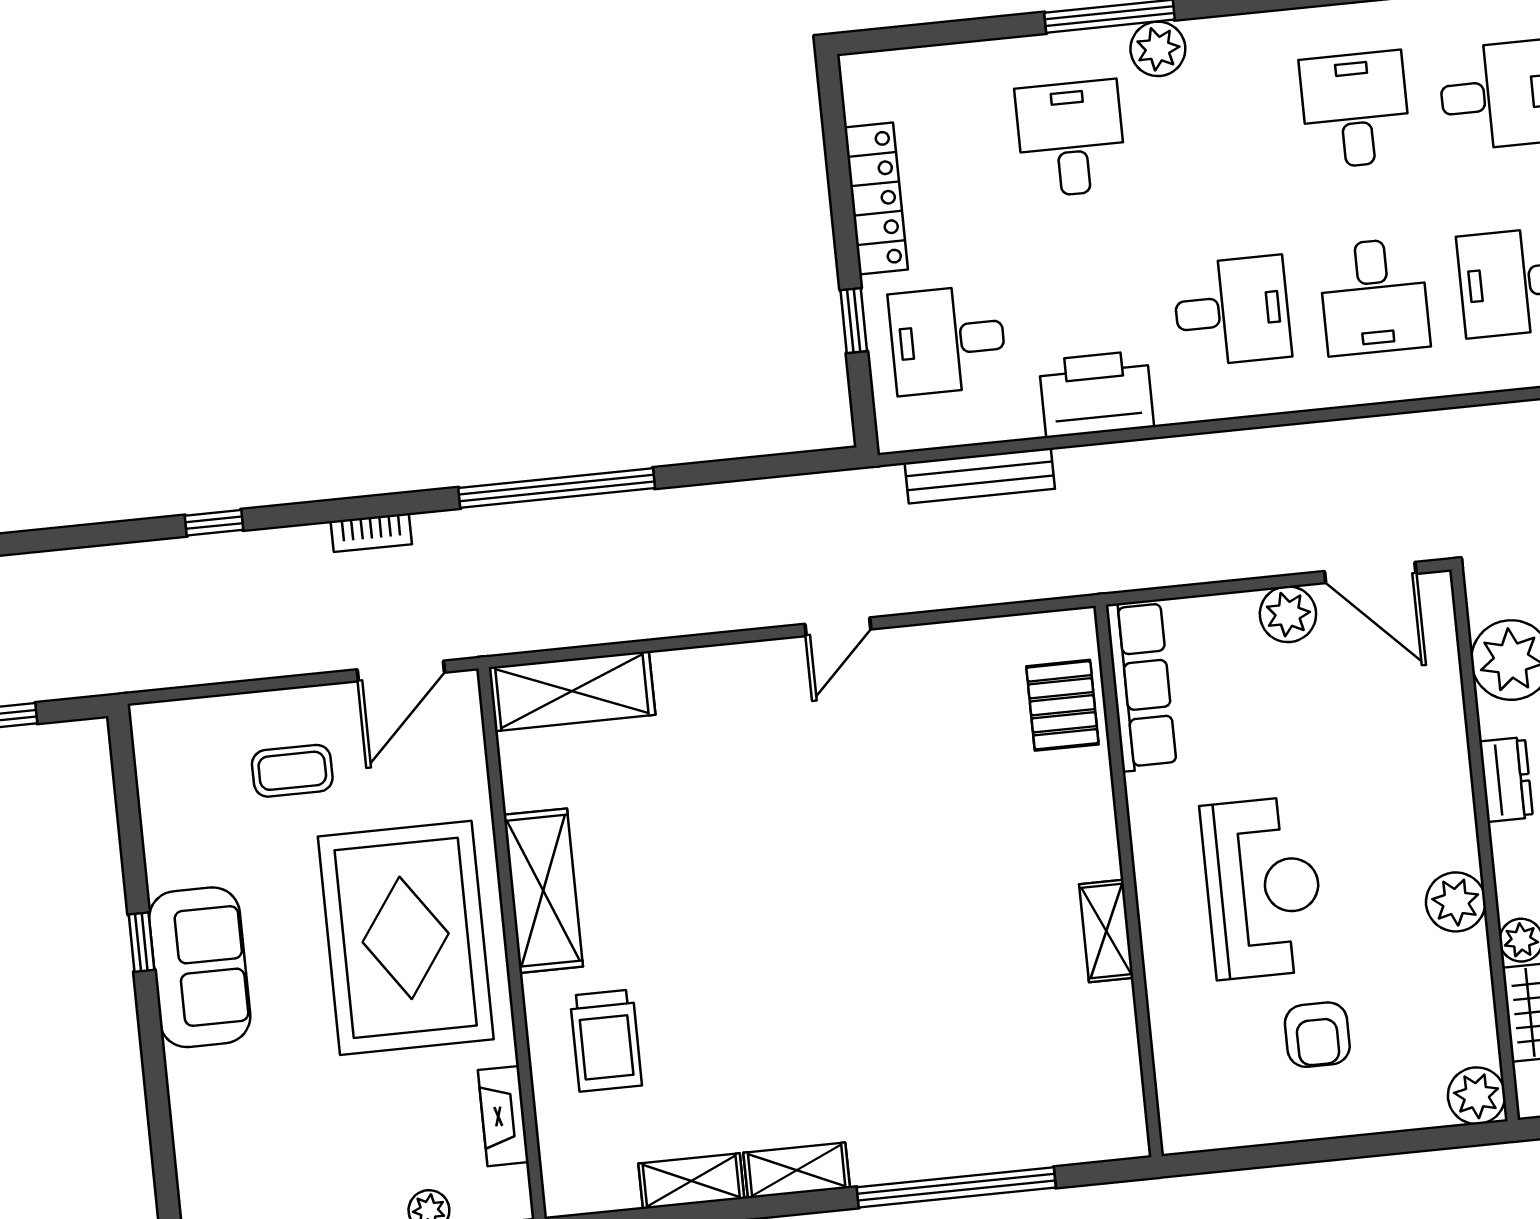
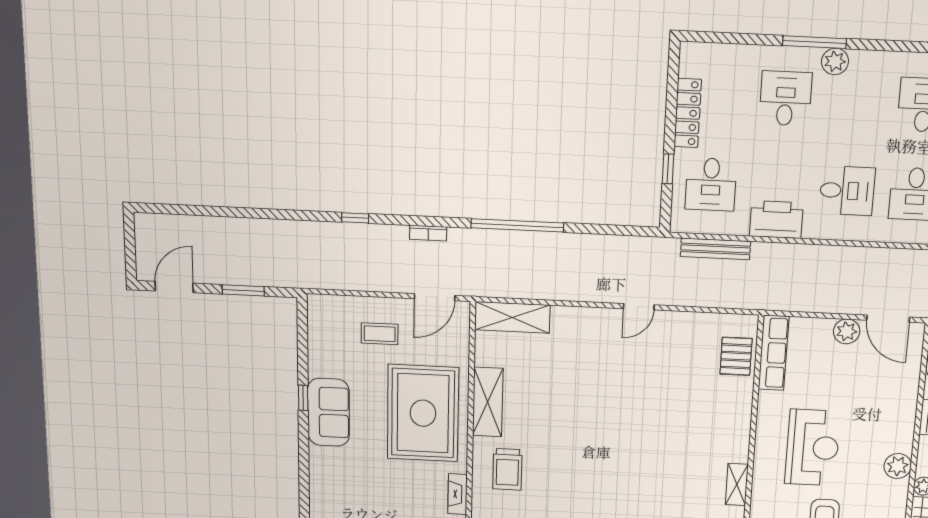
desk: (948, 340) -> (711, 184), turned -90
shelving: (1106, 931) -> (737, 484), moved

